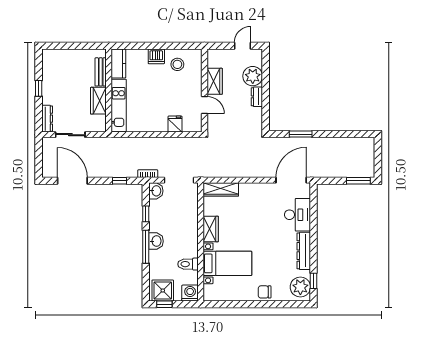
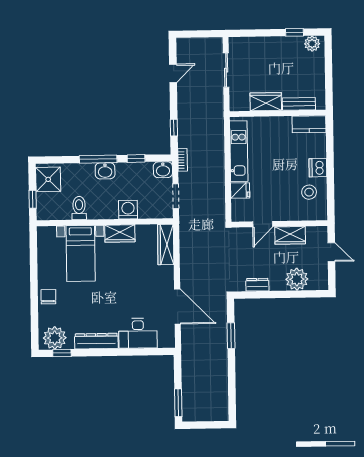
door: (242, 46) -> (331, 252), moved
plant: (49, 60) -> (312, 44), added
window: (39, 88) -> (295, 32), moved
dresser: (257, 97) -> (257, 285), moved
kitchen unit: (119, 105) -> (239, 151), moved, turned -90
dresser: (47, 119) -> (244, 43), removed
doorway: (179, 180) -> (176, 196), width x0.73
door: (291, 180) -> (177, 307), moved
door: (72, 181) -> (173, 73), width x0.53
washing machine: (190, 293) -> (128, 210), moved, turned -90
window: (164, 304) -> (33, 199), moved

